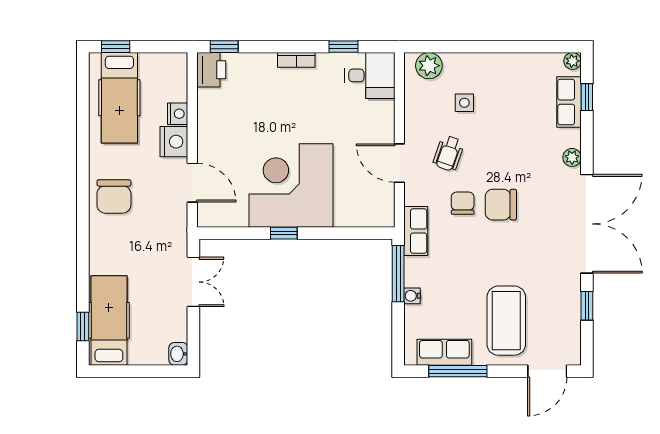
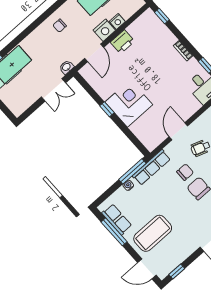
printer: (211, 70) -> (122, 42), moved
corner desk: (291, 185) -> (129, 103), width x0.74, depth x0.74
chair: (114, 196) -> (60, 26), width x0.54, depth x0.54
row of seats: (416, 231) -> (151, 167), width x1.48
window: (587, 306) -> (177, 272), moved
washbasin: (178, 354) -> (67, 67), moved

